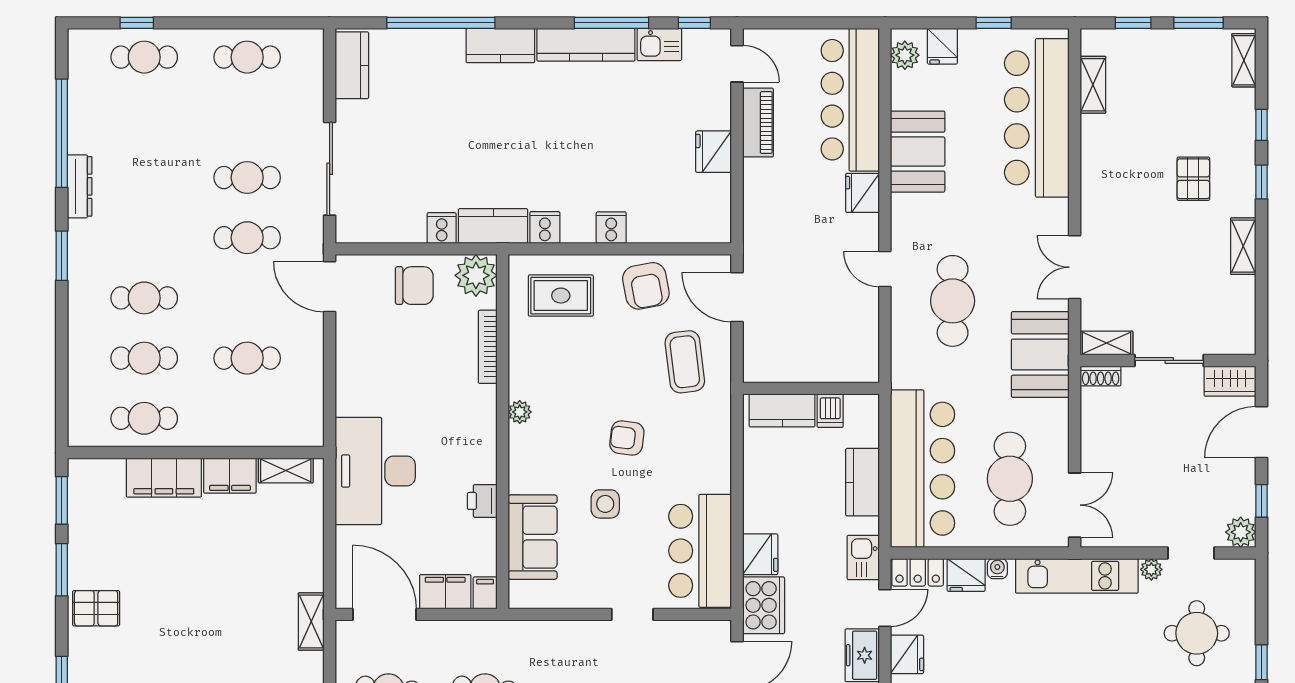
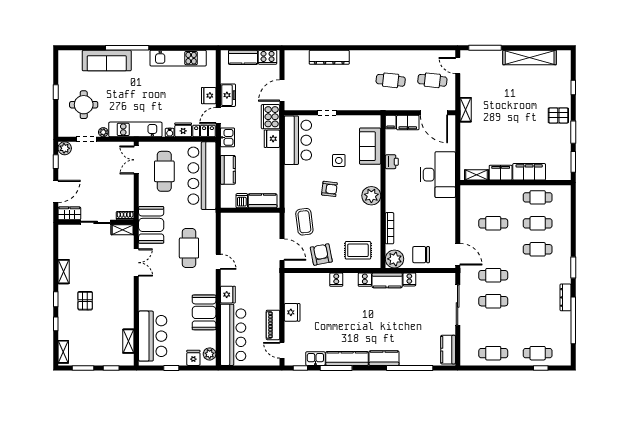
bar counter: (1037, 118) -> (153, 336), width x0.73
plant: (520, 412) -> (371, 196), width x1.88, depth x1.88

